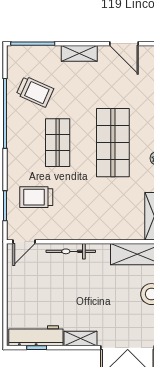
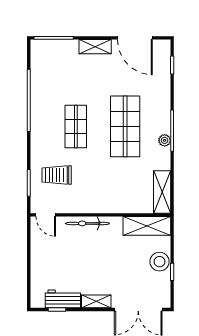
door: (124, 44) -> (135, 38), width x1.36
trolley: (35, 92) -> (55, 81), removed
door: (24, 242) -> (46, 215), hinge flipped
workbench: (36, 336) -> (63, 299), width x0.73

